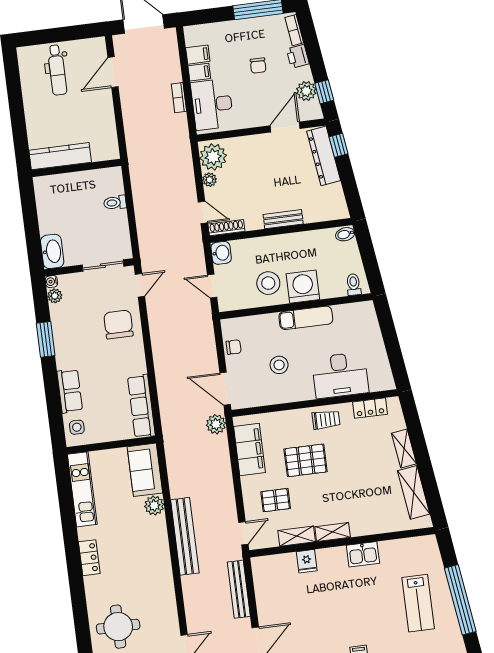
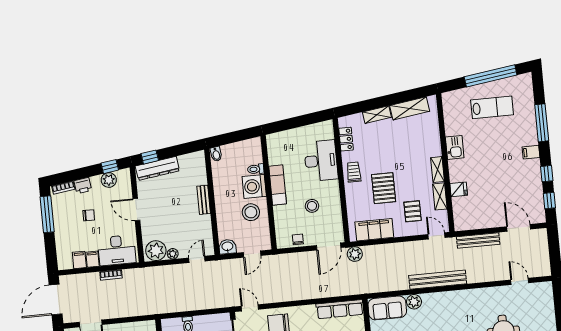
door: (285, 127) -> (136, 209), moved
shoe rack: (226, 228) -> (209, 242), removed
toilet: (354, 284) -> (256, 169), moved

